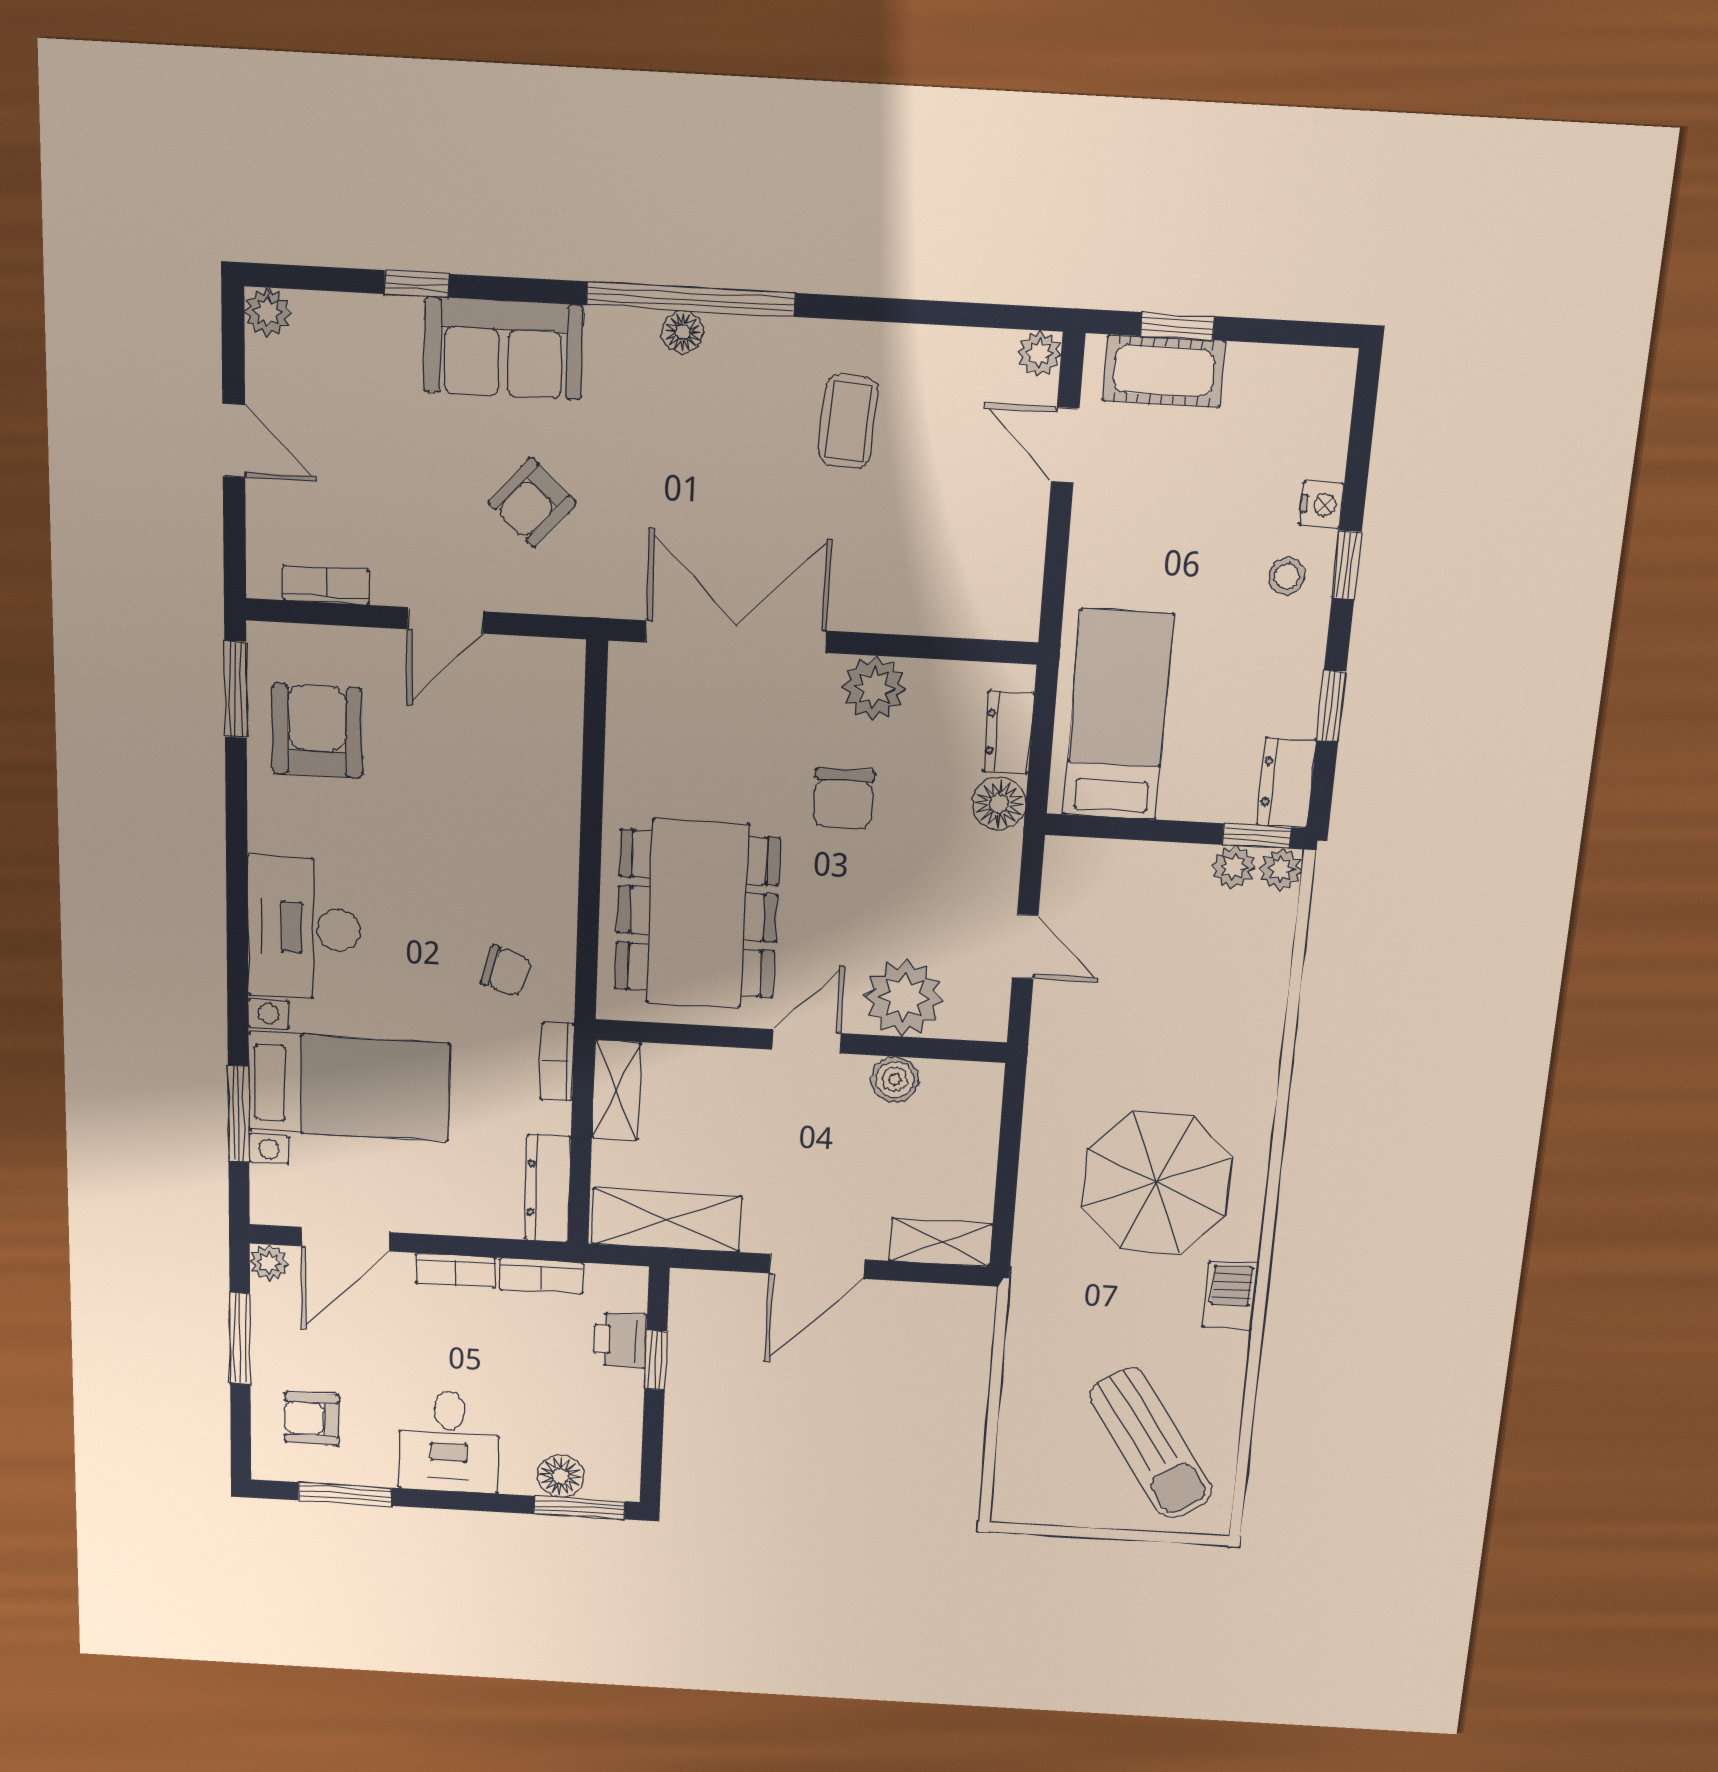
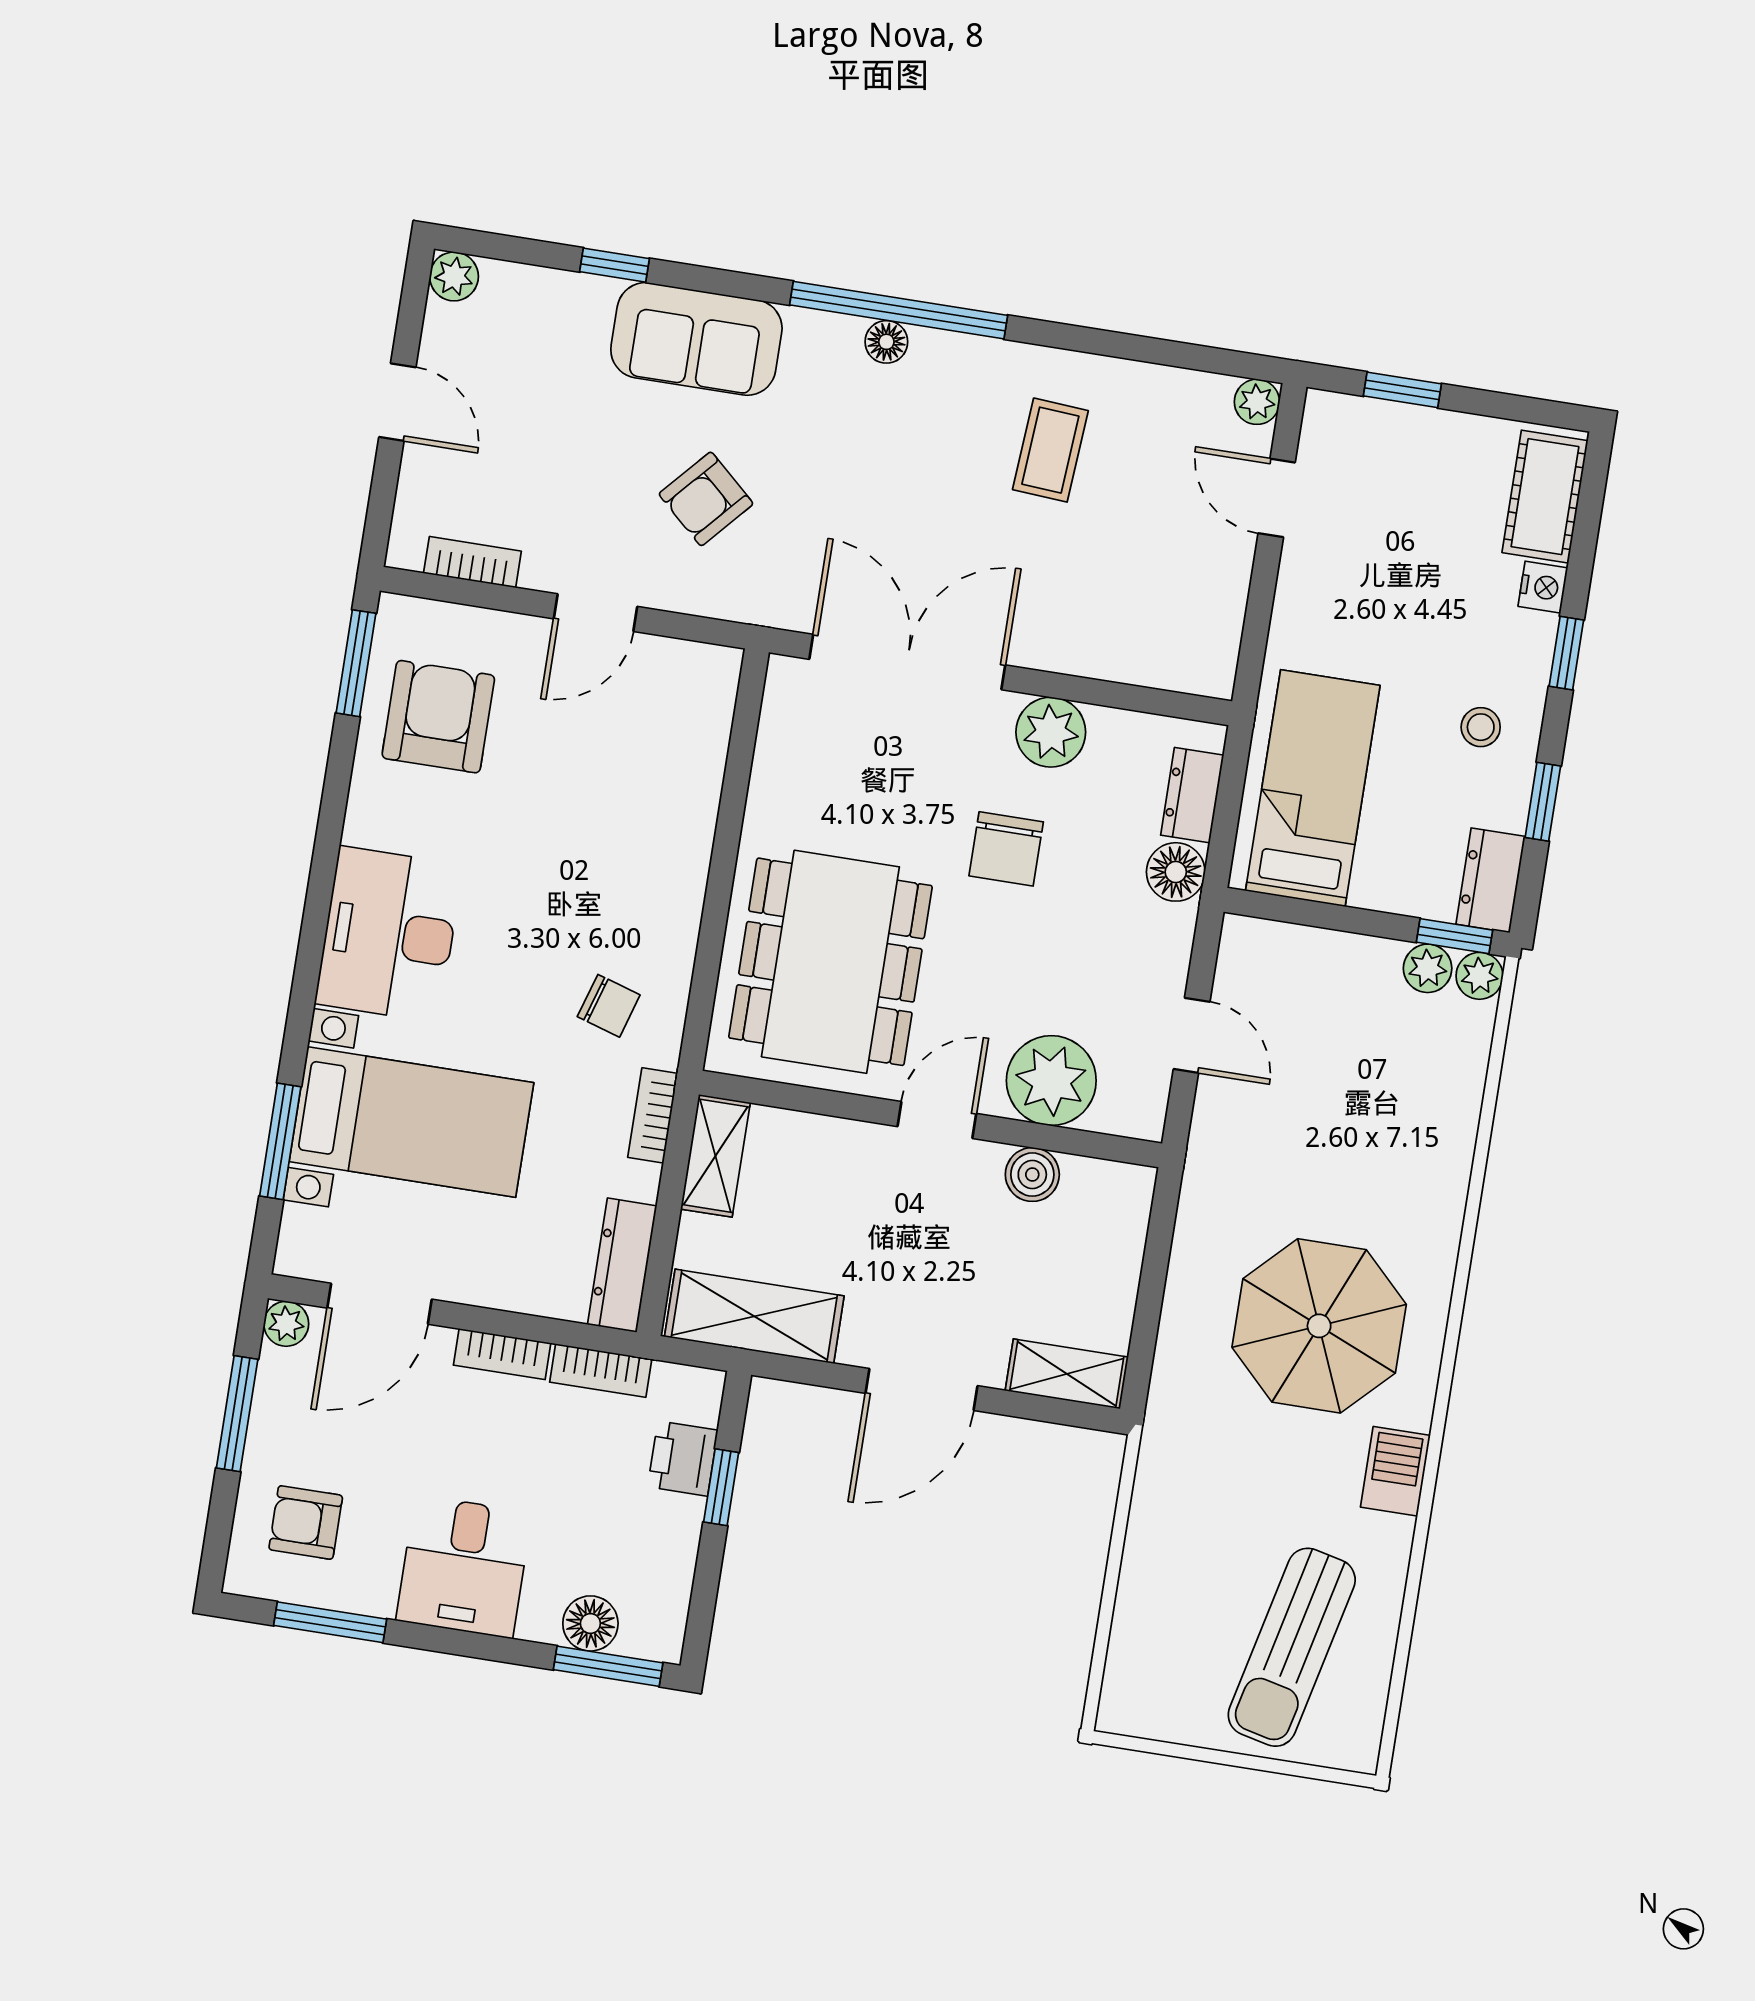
cot: (1164, 371) -> (1545, 497), moved, turned 90
stool: (1287, 576) -> (1481, 727), moved
sun lounger: (1151, 1443) -> (1292, 1647), turned 47

